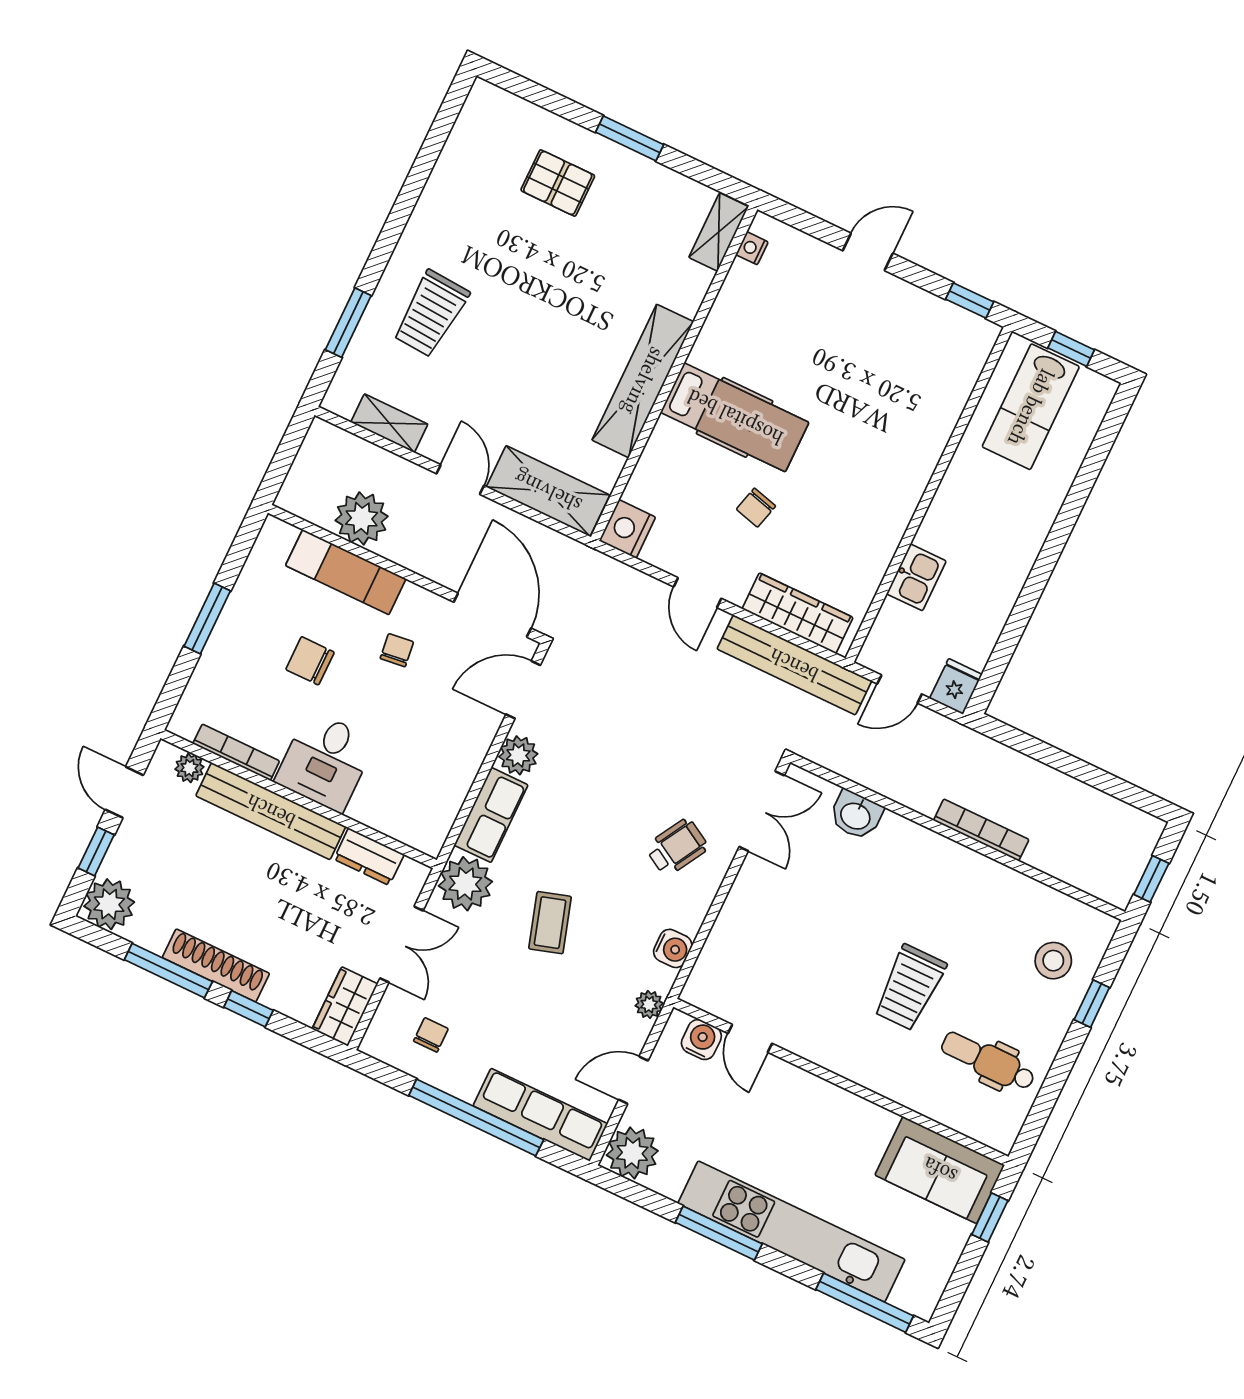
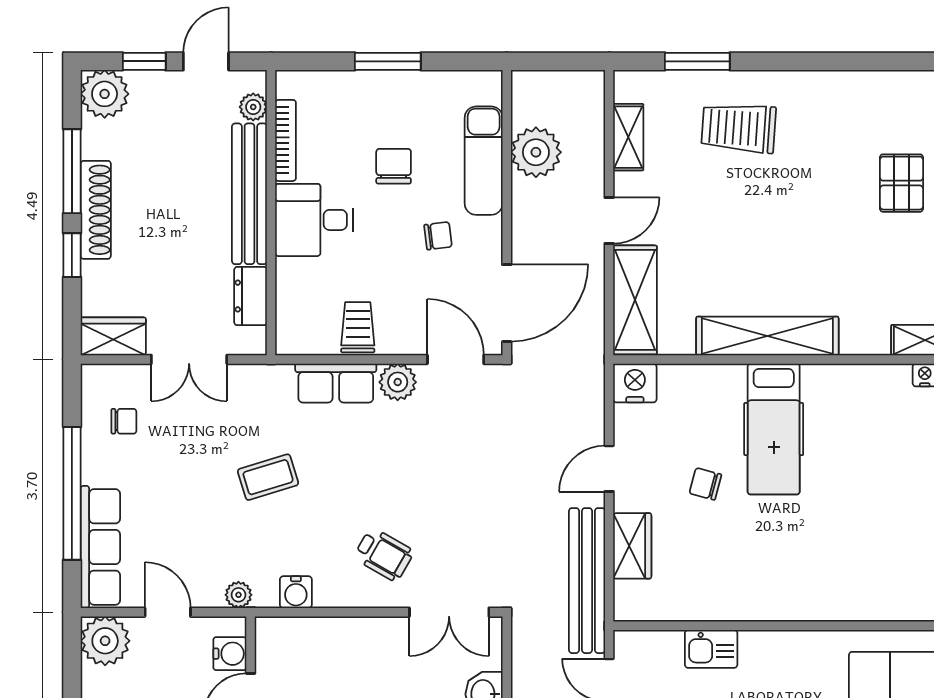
wardrobe: (798, 613) -> (632, 546), width x0.67
trolley: (448, 769) -> (358, 327), added
plant: (465, 884) -> (267, 389), removed

